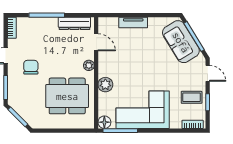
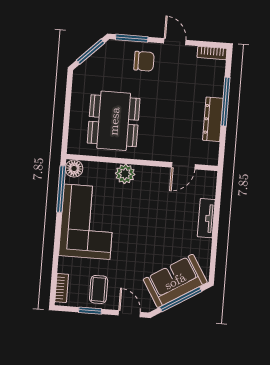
dresser: (74, 23) -> (213, 119), moved
plant: (89, 65) -> (153, 153), removed
chair: (31, 67) -> (144, 61), moved
door: (208, 73) -> (129, 314), swing flipped

